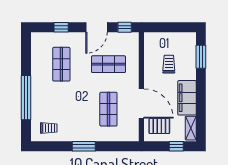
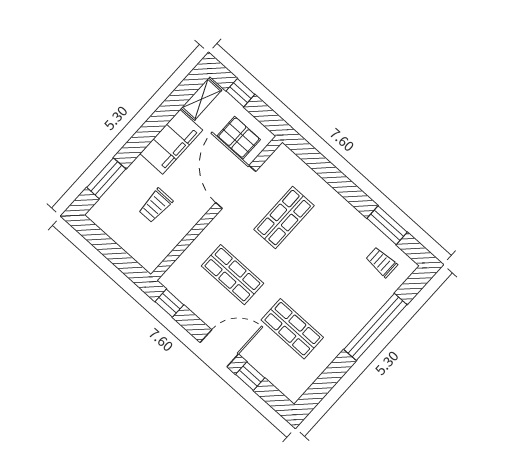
door: (97, 27) -> (219, 348), moved
shop shelf: (61, 64) -> (292, 329), turned 90
window: (84, 146) -> (387, 225), moved

